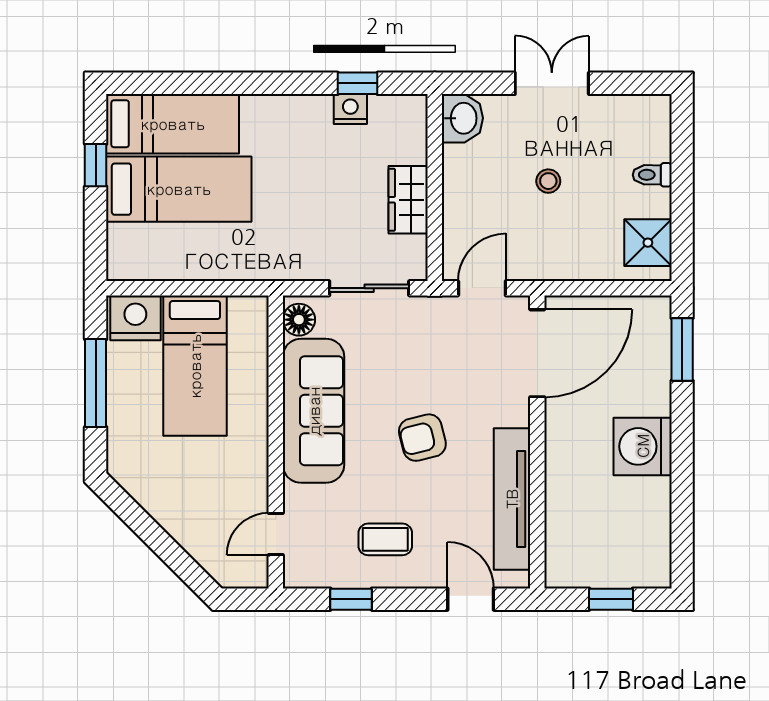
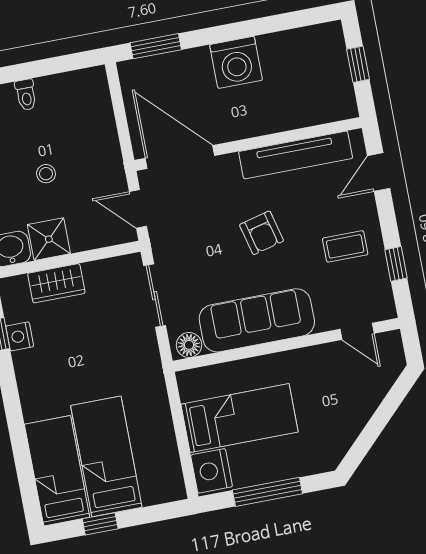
wardrobe: (408, 200) -> (56, 283), moved
shower: (648, 243) -> (49, 239), moved
coffee table: (385, 539) -> (345, 246), turned 90

